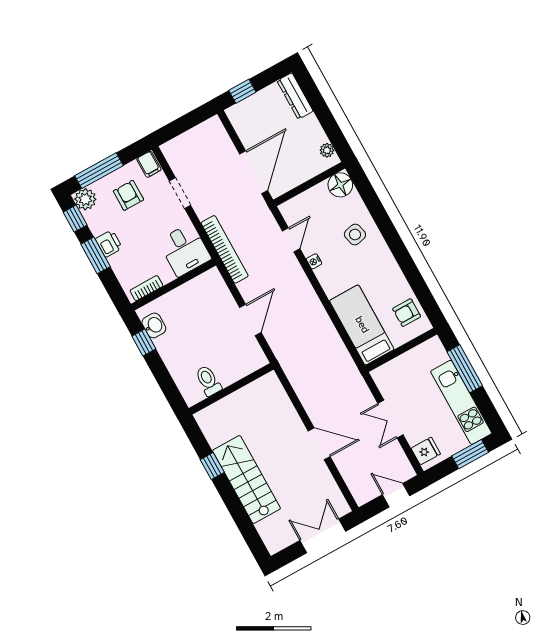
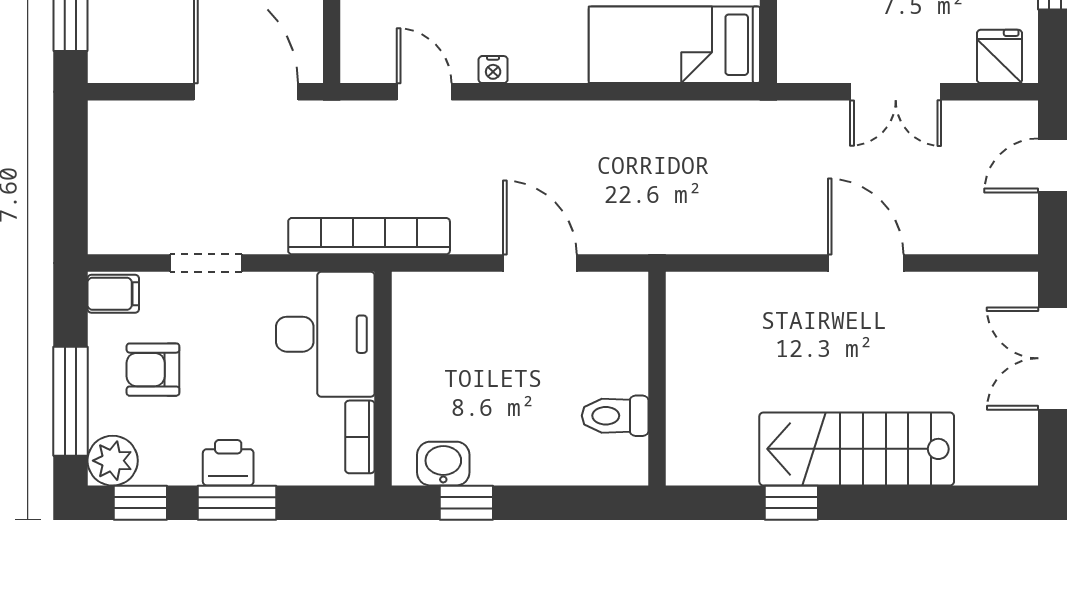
desk: (185, 250) -> (325, 334), width x1.37
door: (319, 444) -> (866, 263), hinge flipped

